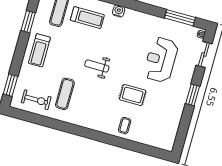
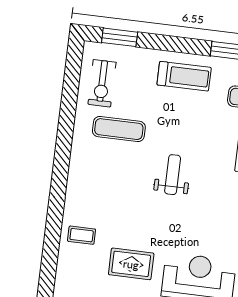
treadmill: (39, 50) -> (184, 76), turned 180
rug: (133, 95) -> (131, 264), moved, turned 90

